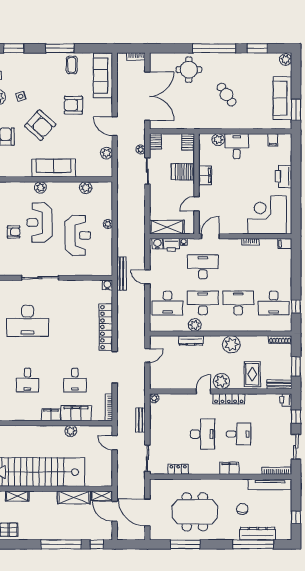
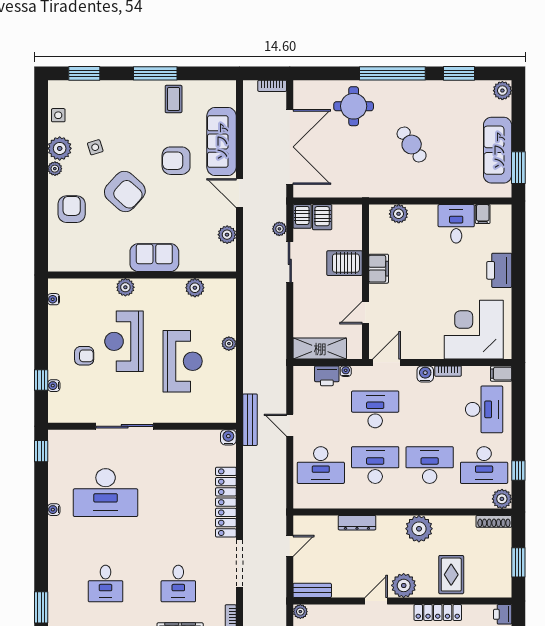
sofa: (103, 76) -> (221, 141), moved
server rack: (188, 142) -> (322, 217), moved
desk: (237, 146) -> (456, 224), moved
sofa: (54, 168) -> (154, 258), width x0.73
water cooler: (157, 244) -> (425, 374), moved
desk: (274, 267) -> (484, 409), added
plant: (195, 325) -> (502, 499), moved
bench: (279, 384) -> (312, 590), moved
locker: (229, 399) -> (438, 612), moved

